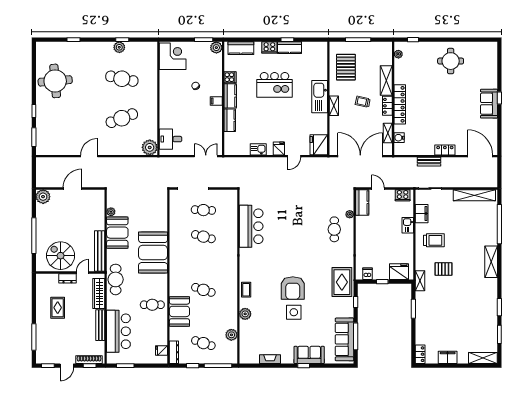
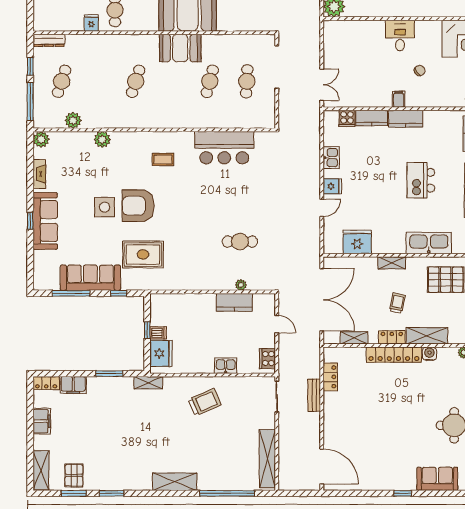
cooker: (230, 77) -> (347, 118), moved
kitchen island: (274, 85) -> (421, 180), width x0.73, depth x0.78
kitchen sink: (320, 97) -> (429, 243), moved
sofa: (489, 104) -> (437, 479), moved
water cooler: (399, 138) -> (429, 354), moved
desk: (170, 139) -> (400, 36), moved
fridge: (319, 145) -> (357, 242), moved
locker: (445, 150) -> (330, 377), moved
door: (294, 156) -> (322, 208), swing flipped
door: (480, 156) -> (322, 466), hinge flipped
door: (378, 188) -> (277, 324), hinge flipped
kitchen counter: (362, 202) -> (234, 302), moved
filing cabinet: (422, 214) -> (73, 385), moved
cafe table: (334, 229) -> (240, 242), moved
trolley: (434, 240) -> (205, 402), turned -113
pallet: (443, 269) -> (74, 475), moved
dishwasher: (367, 274) -> (158, 333), moved
rug: (342, 282) -> (143, 254), moved
coffee table: (246, 290) -> (163, 159), moved
booth: (179, 311) -> (180, 48), moved
sofa: (345, 339) -> (90, 278), moved
fridge: (162, 350) -> (91, 23), moved
sofa: (309, 355) -> (45, 221), width x1.36
plant: (245, 358) -> (41, 139), added

